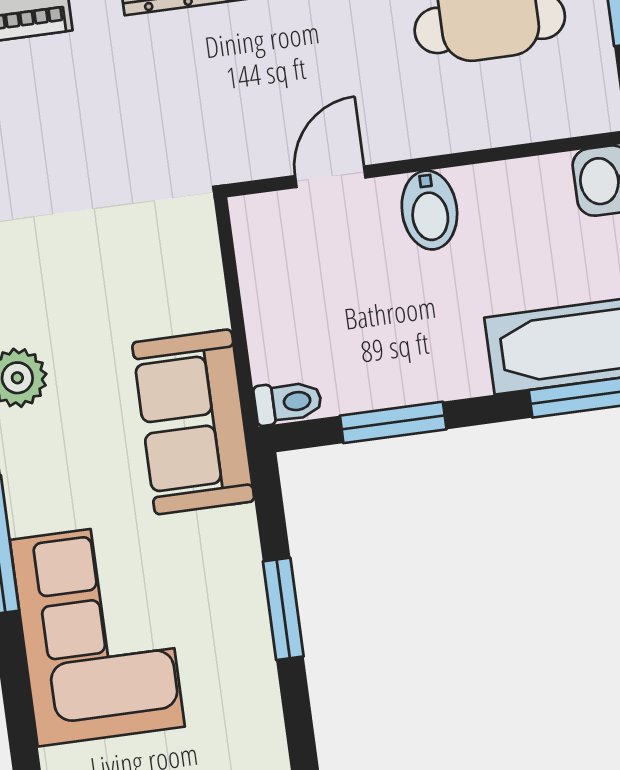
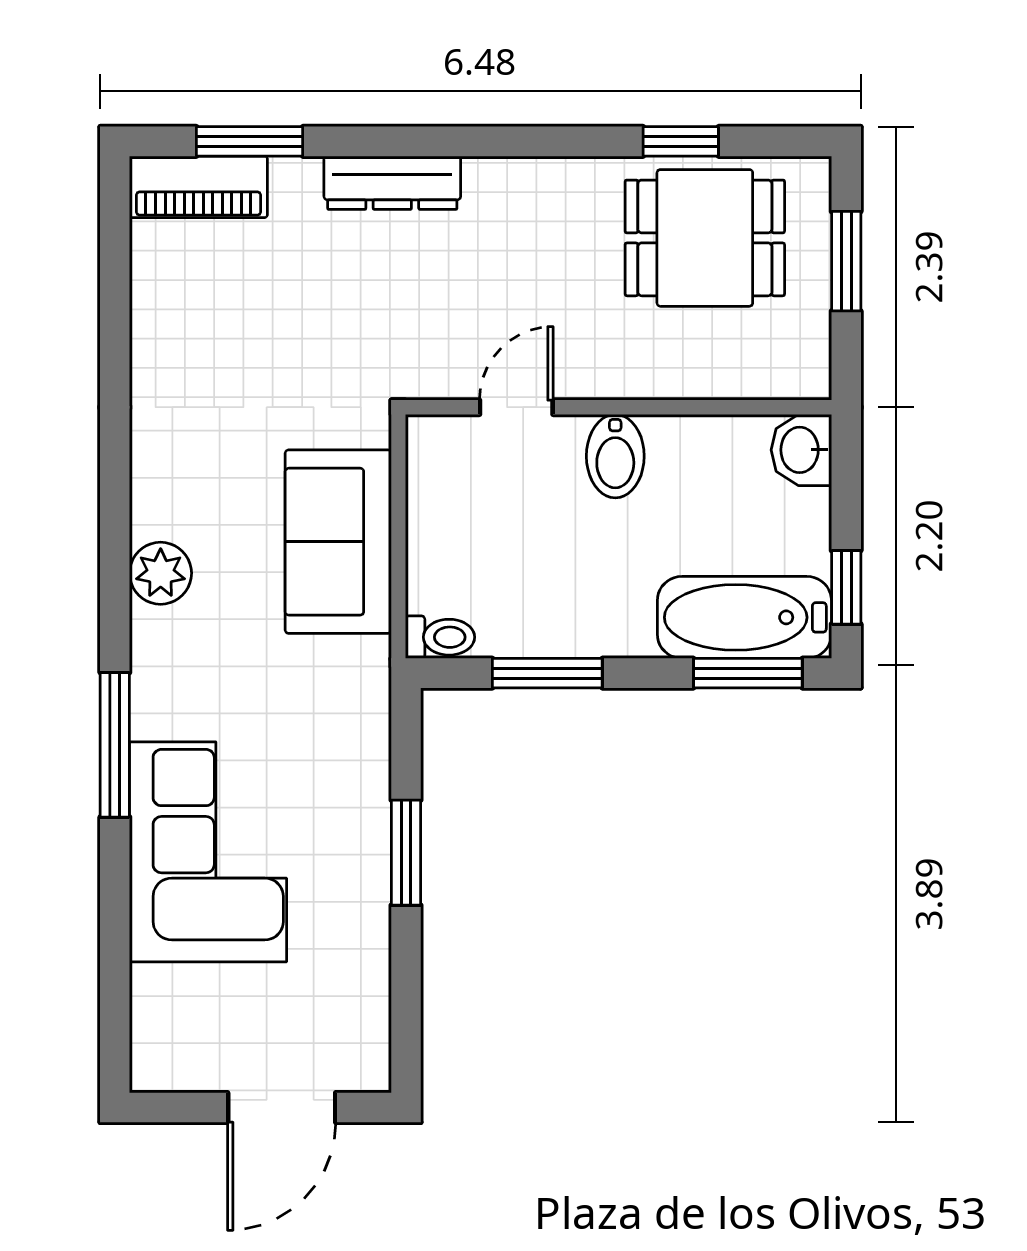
sofa: (193, 422) -> (338, 542), moved

